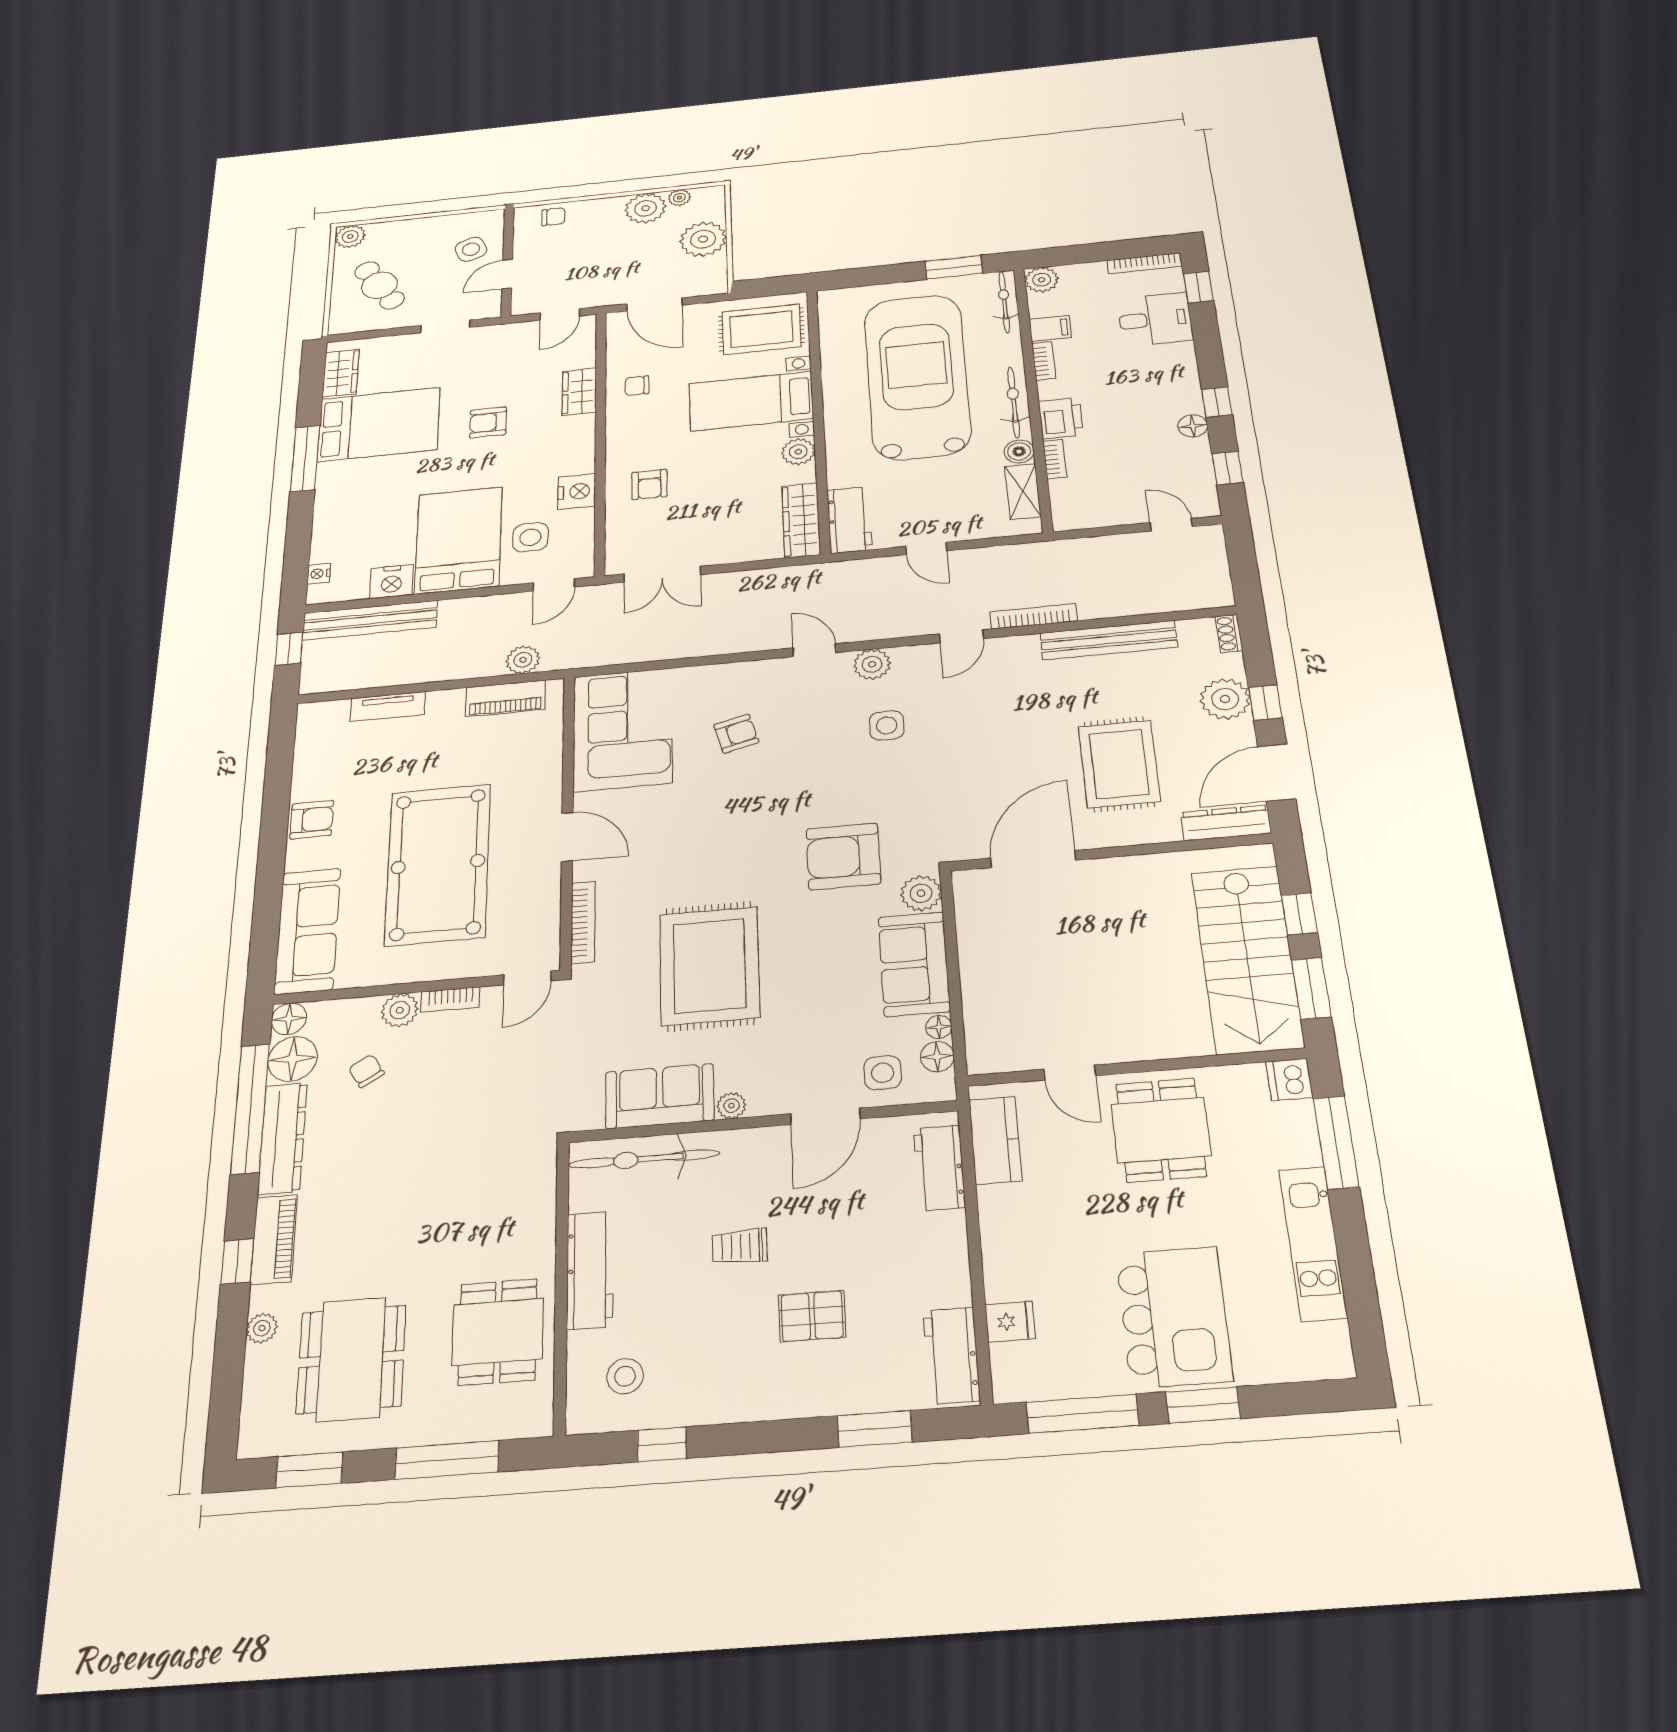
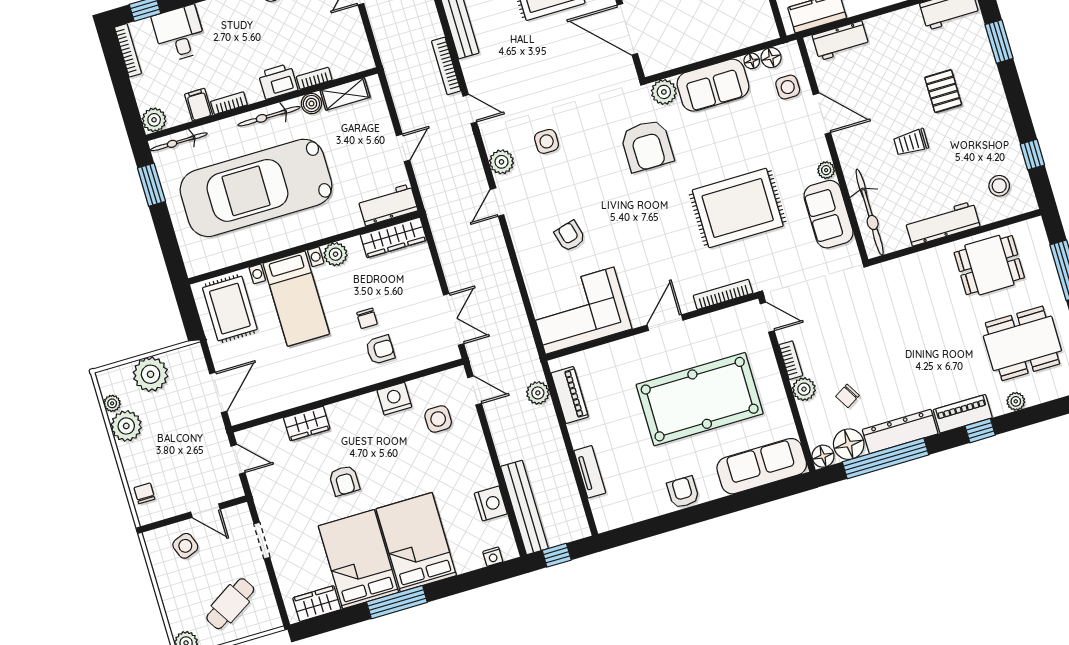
chair: (637, 386) -> (367, 318), moved
bed: (459, 540) -> (416, 542), moved, turned 90
trolley: (740, 1246) -> (911, 142), turned 90

